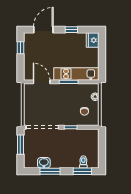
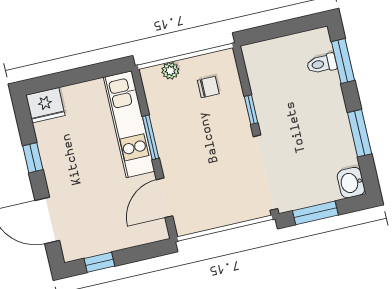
washbasin: (44, 163) -> (351, 183), moved

